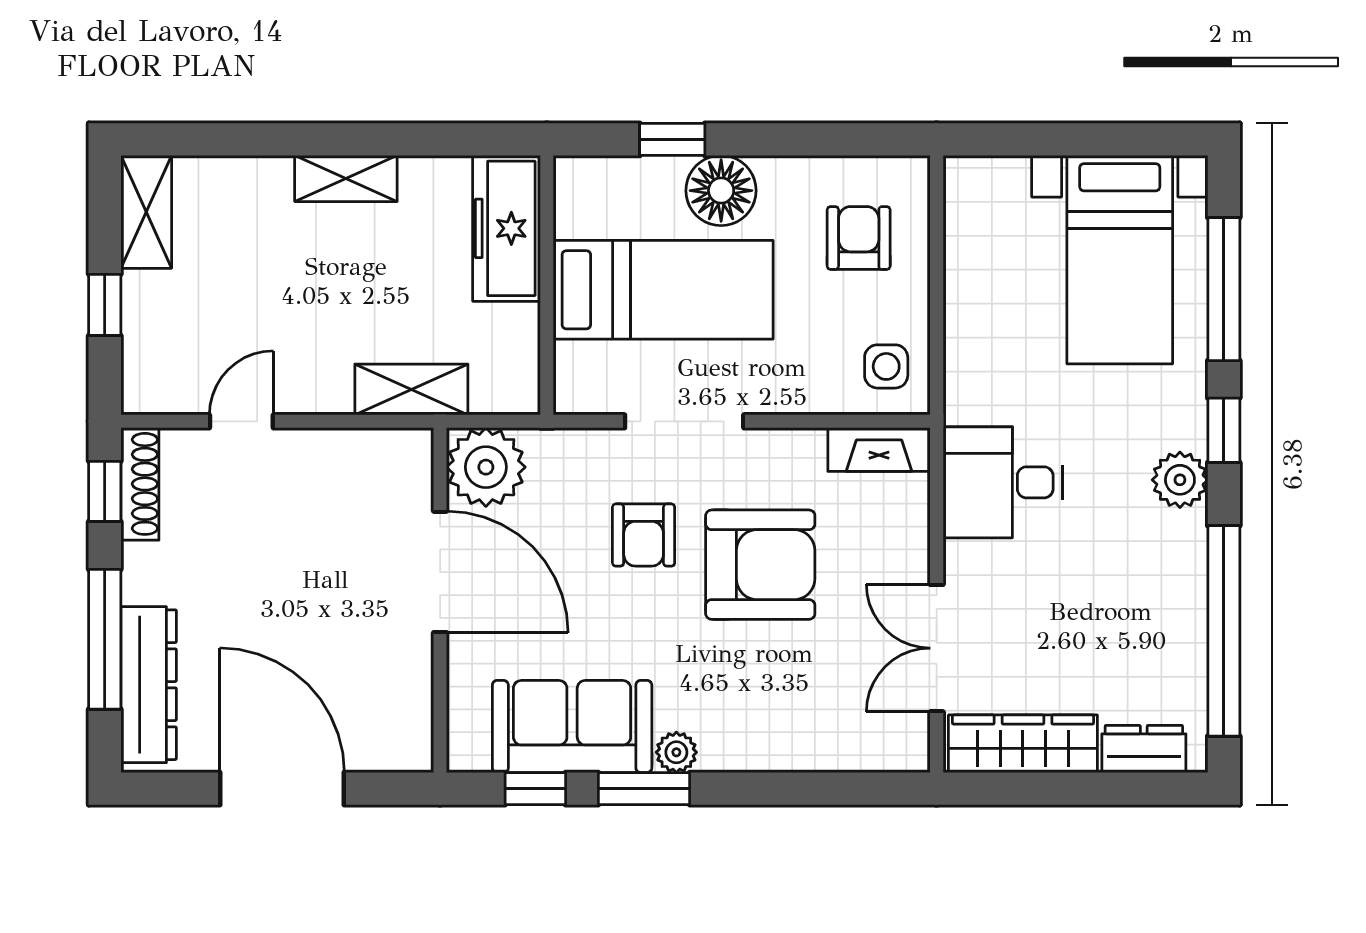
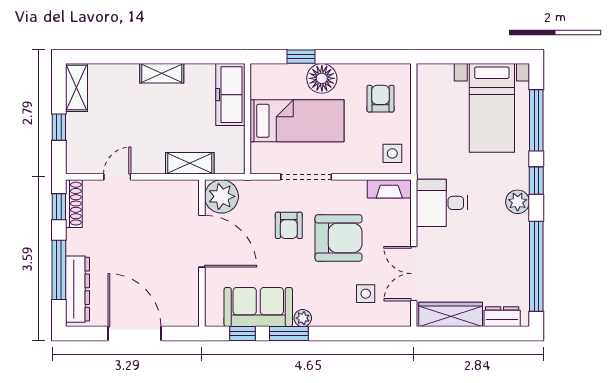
side table: (824, 695) -> (366, 294), added

